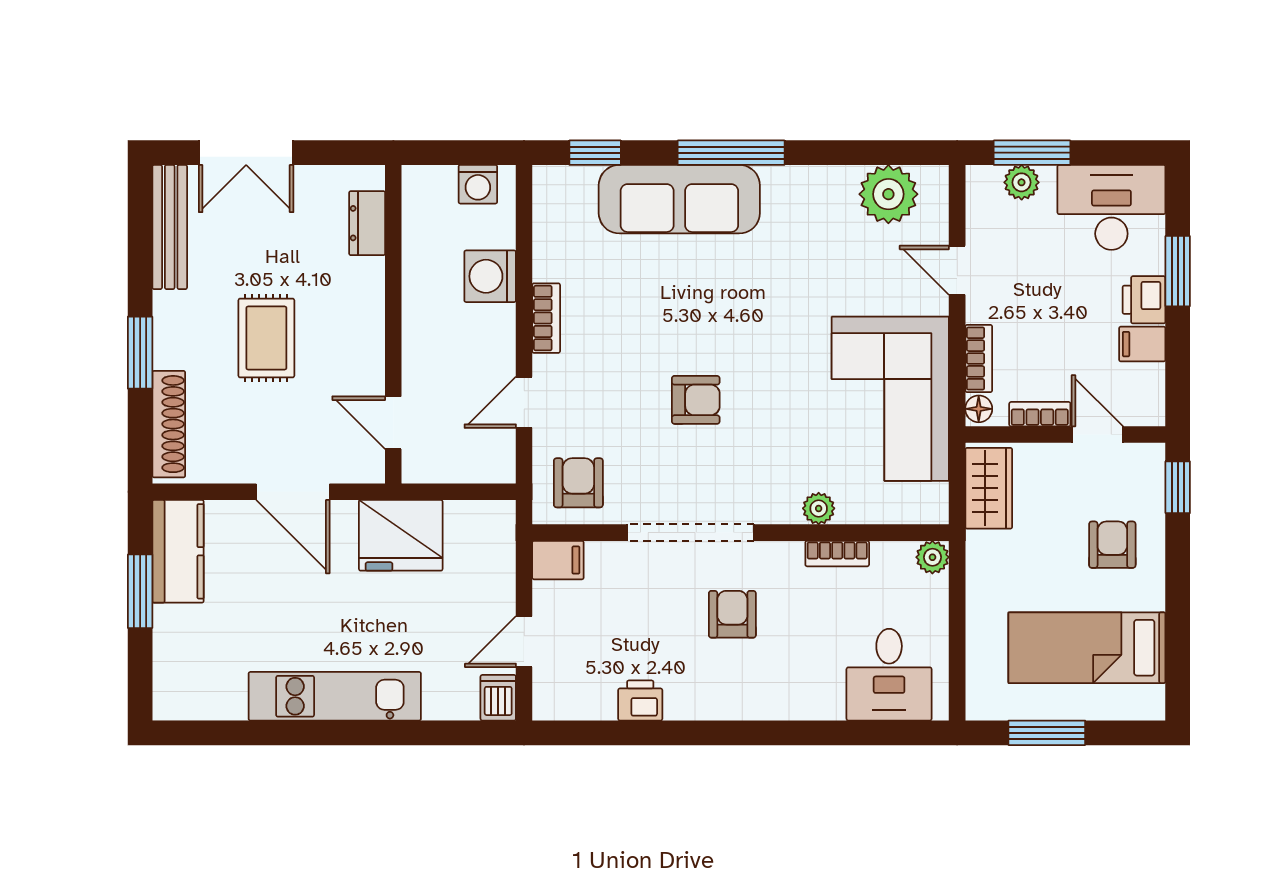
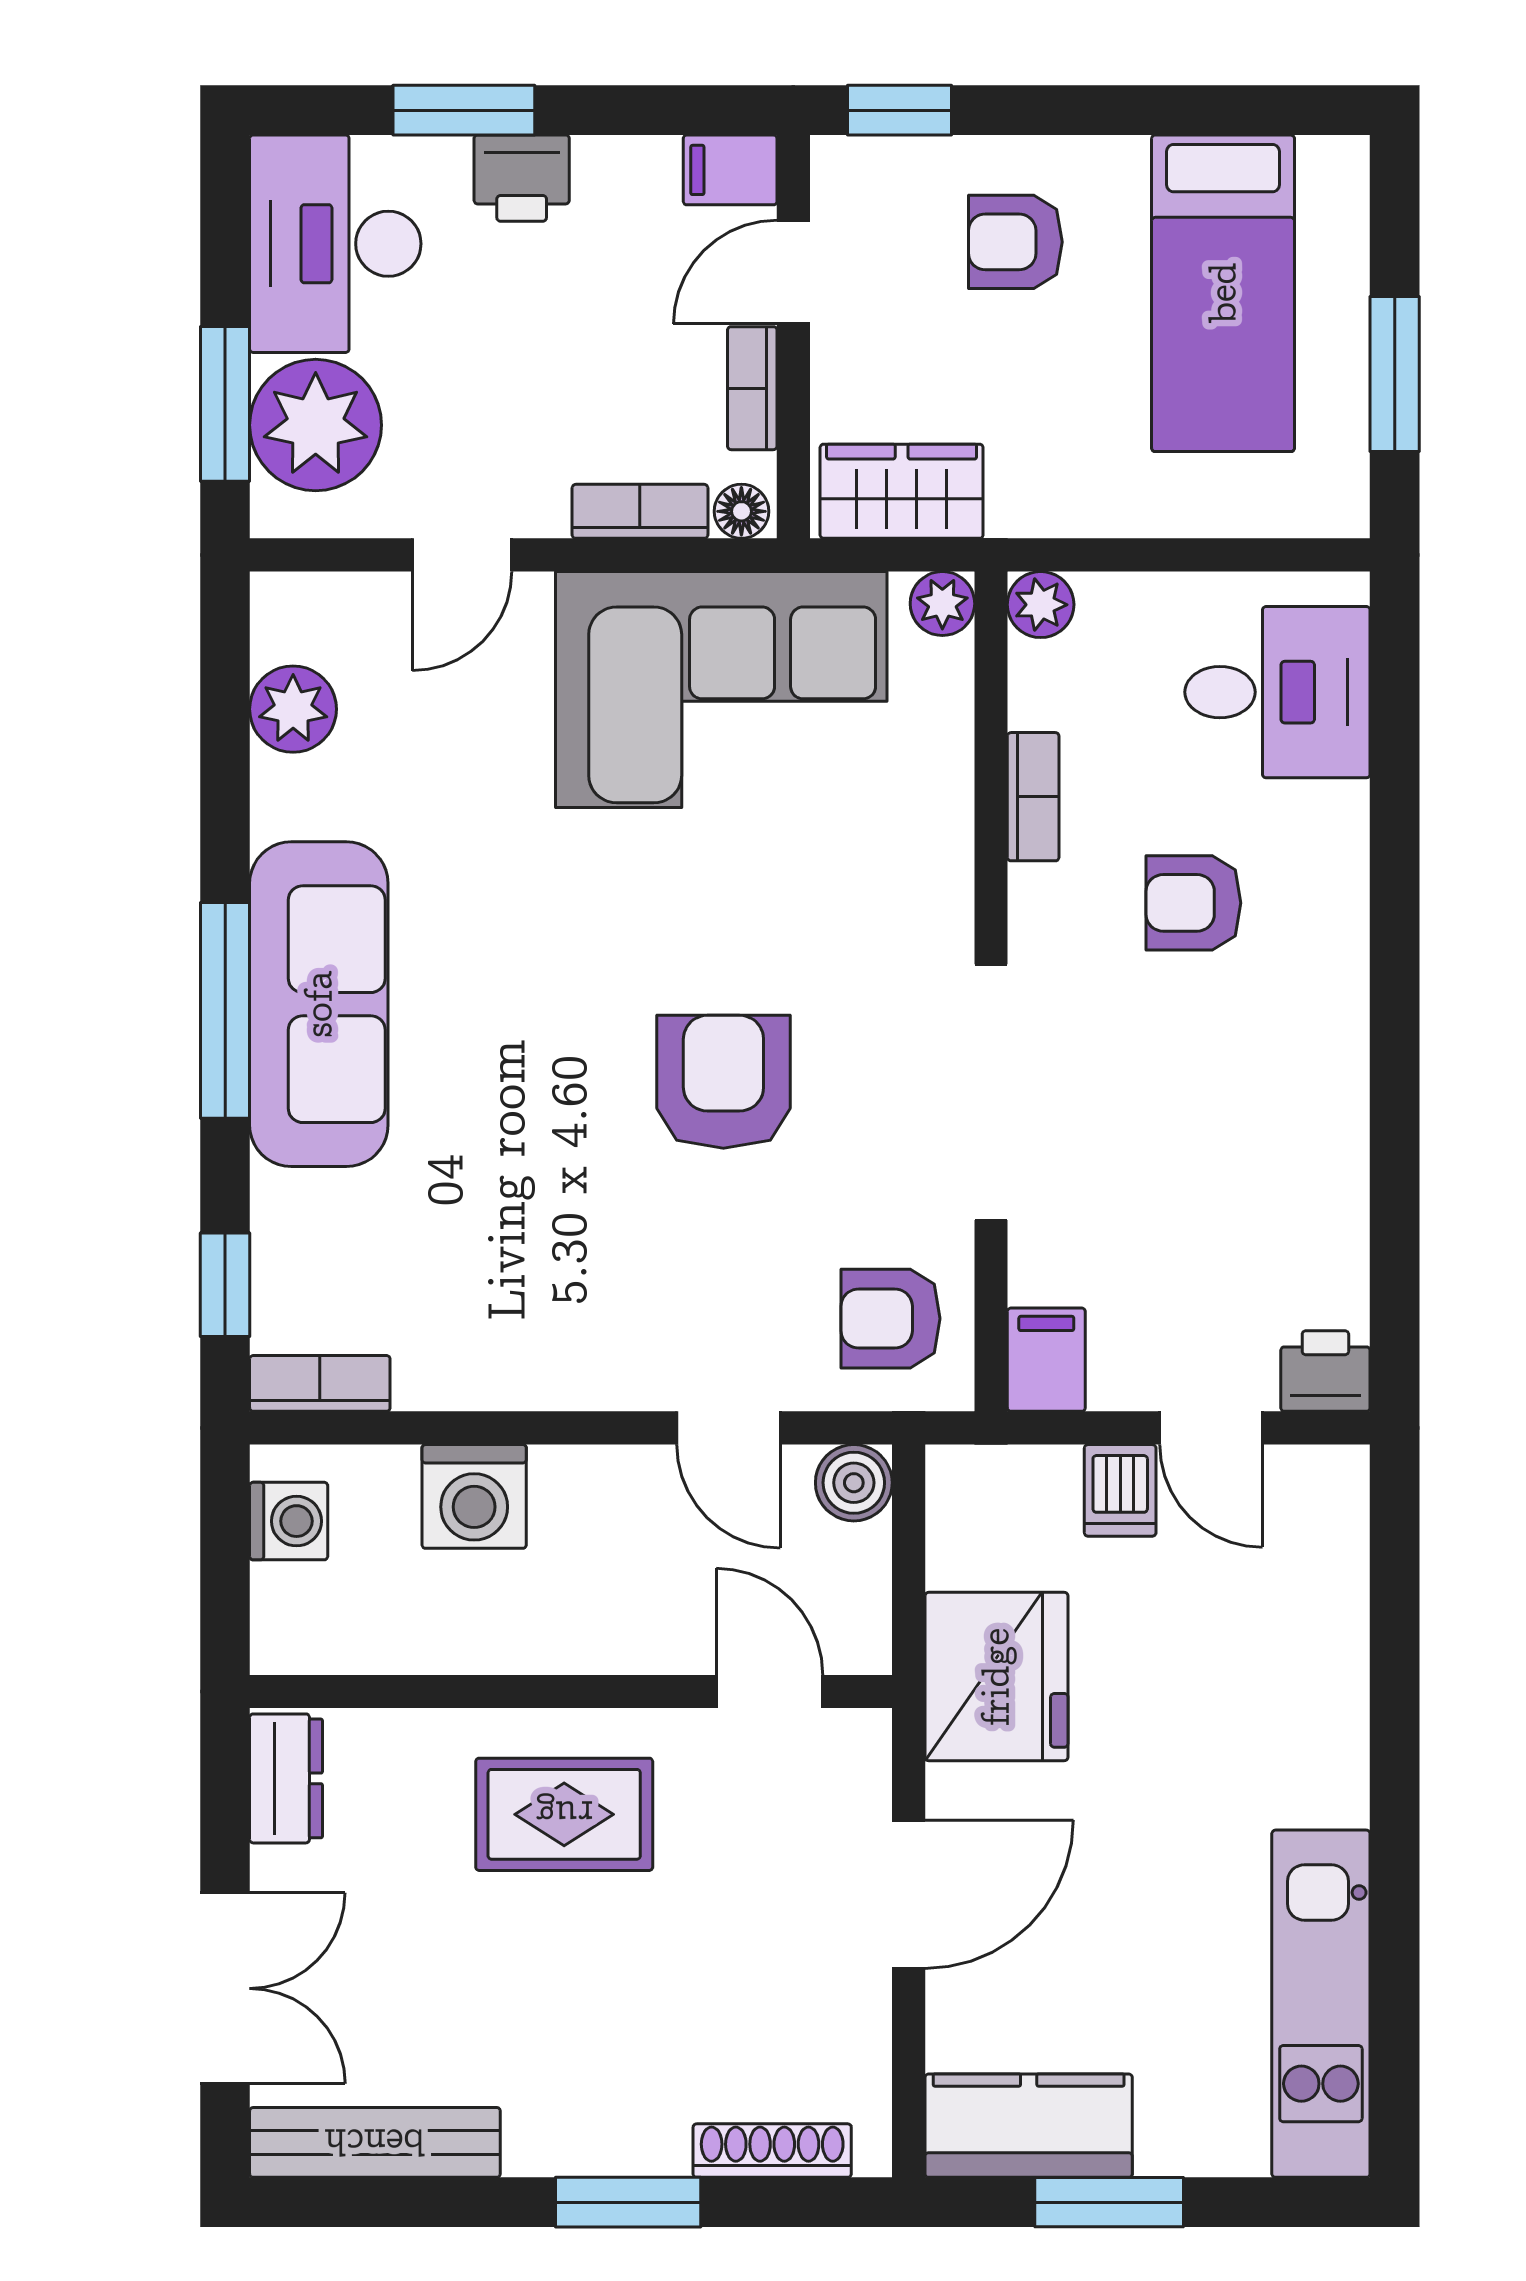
plant: (1022, 182) -> (316, 425), width x1.87, depth x1.87
plant: (888, 194) -> (293, 709), width x0.73, depth x0.73
sofa: (679, 199) -> (319, 1004), moved
dresser: (367, 223) -> (286, 1778), moved, turned -90
bookcase: (546, 318) -> (320, 1383), moved
rug: (266, 338) -> (564, 1814), moved
filing cabinet: (1142, 344) -> (730, 170), moved, turned 90
armchair: (696, 400) -> (723, 1082), width x1.38, depth x1.38
door: (393, 423) -> (770, 1692), swing flipped
shoe rack: (169, 424) -> (772, 2151), width x0.74, depth x0.81
boiler: (497, 465) -> (854, 1483), added
plant: (819, 508) -> (942, 604), moved
armchair: (732, 614) -> (1193, 903), moved
kitchen unit: (335, 696) -> (1321, 2004), moved
dishwasher: (498, 698) -> (1120, 1490), moved, turned -90
printer: (640, 700) -> (1325, 1371), moved, turned 90

